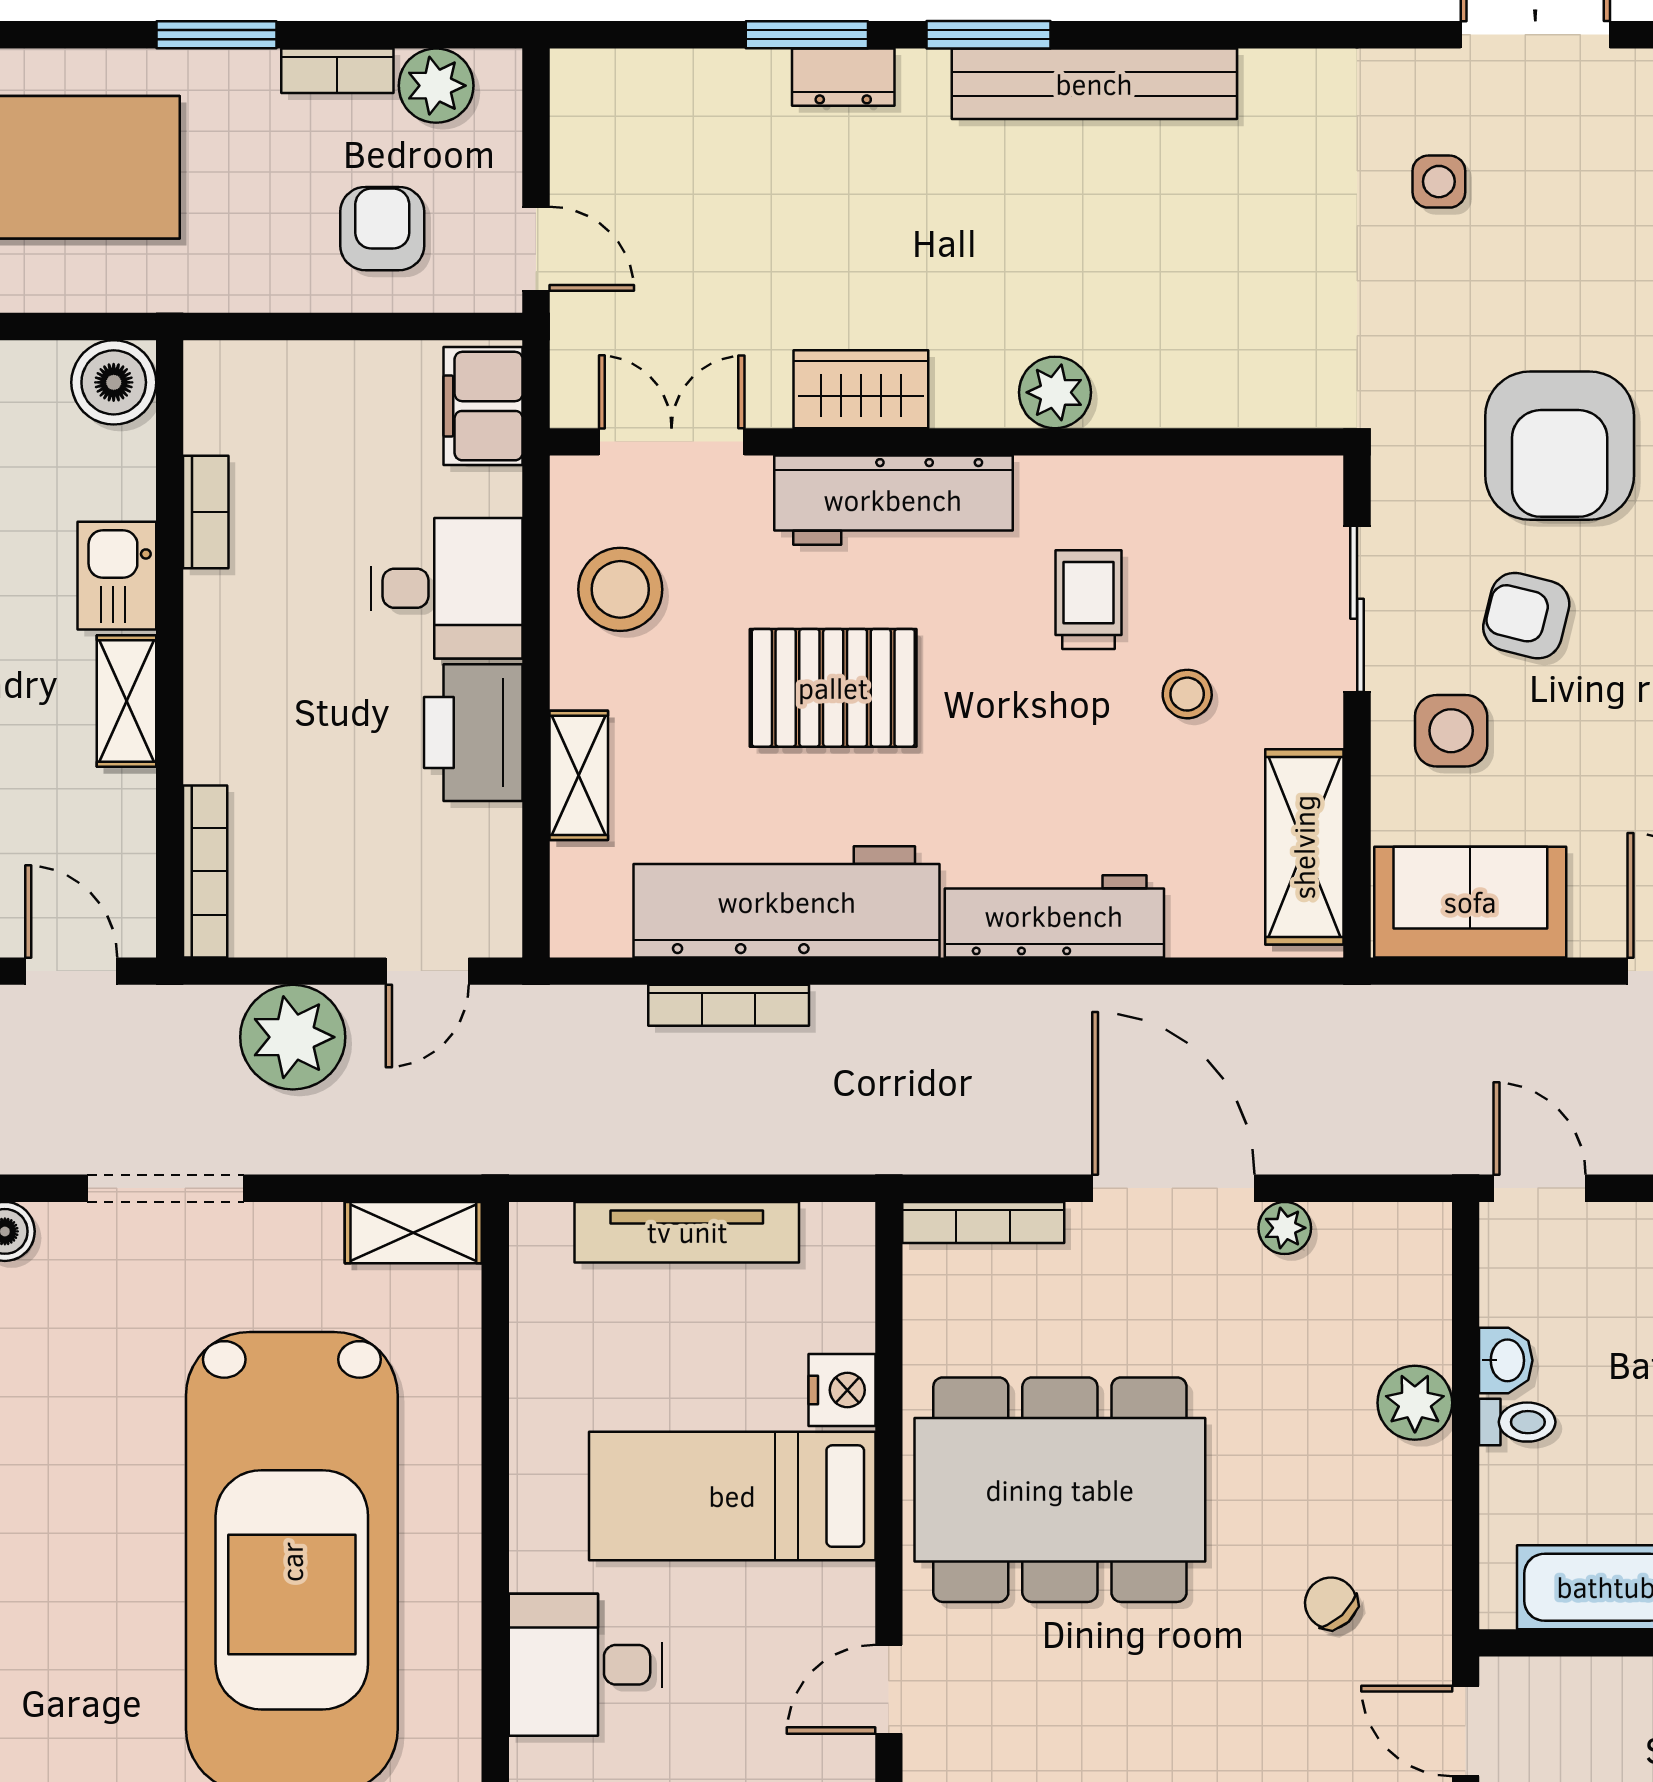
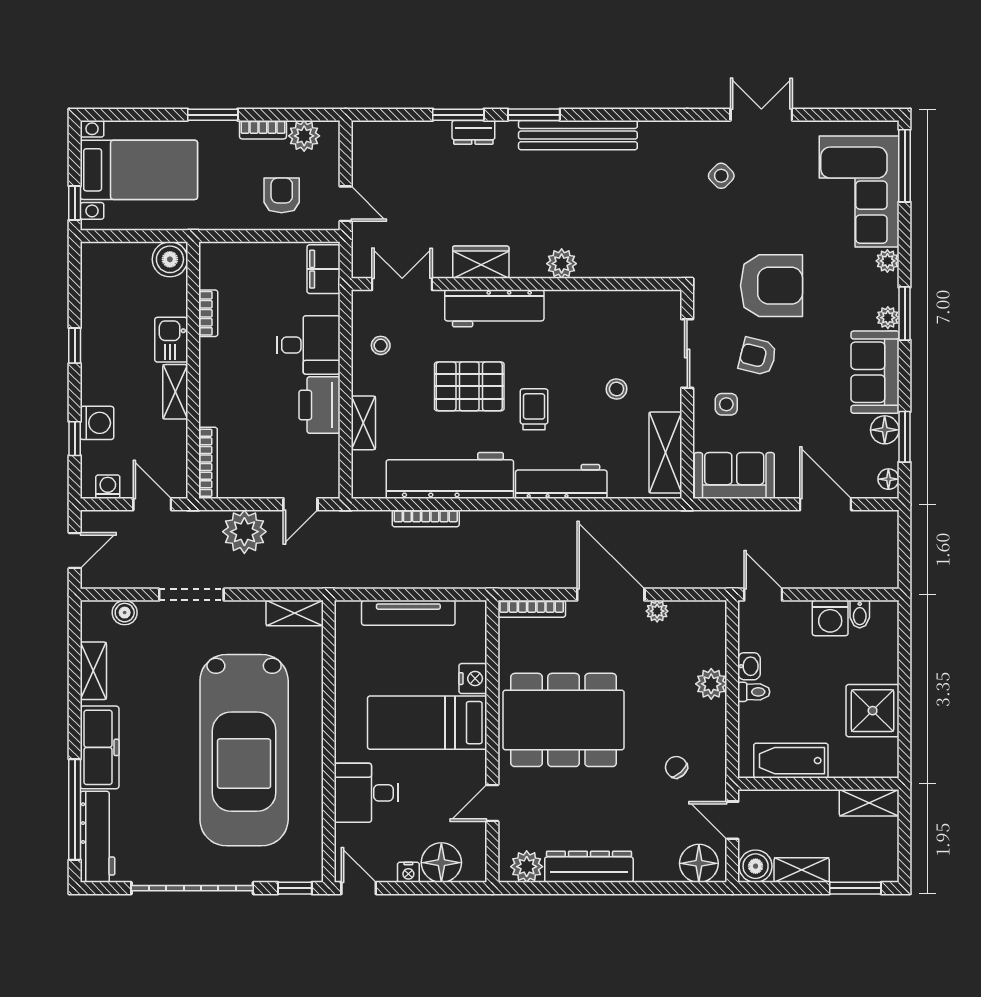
side table: (1439, 182) -> (721, 176), turned 45
armchair: (1560, 446) -> (771, 286), turned -90
stool: (620, 589) -> (381, 345), width x0.53, depth x0.53
trolley: (1089, 600) -> (534, 409), moved
side table: (1451, 731) -> (726, 404), width x0.73, depth x0.73

